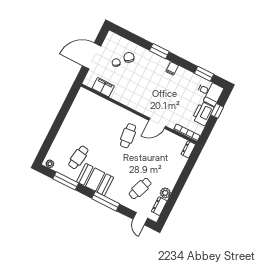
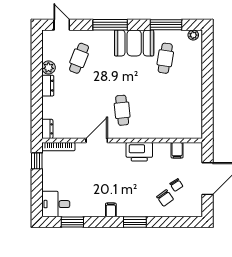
filing cabinet: (103, 87) -> (177, 150), width x0.50
window: (217, 111) -> (37, 161), moved
printer: (203, 113) -> (139, 152), moved, turned 90
dresser: (159, 206) -> (48, 86), moved

